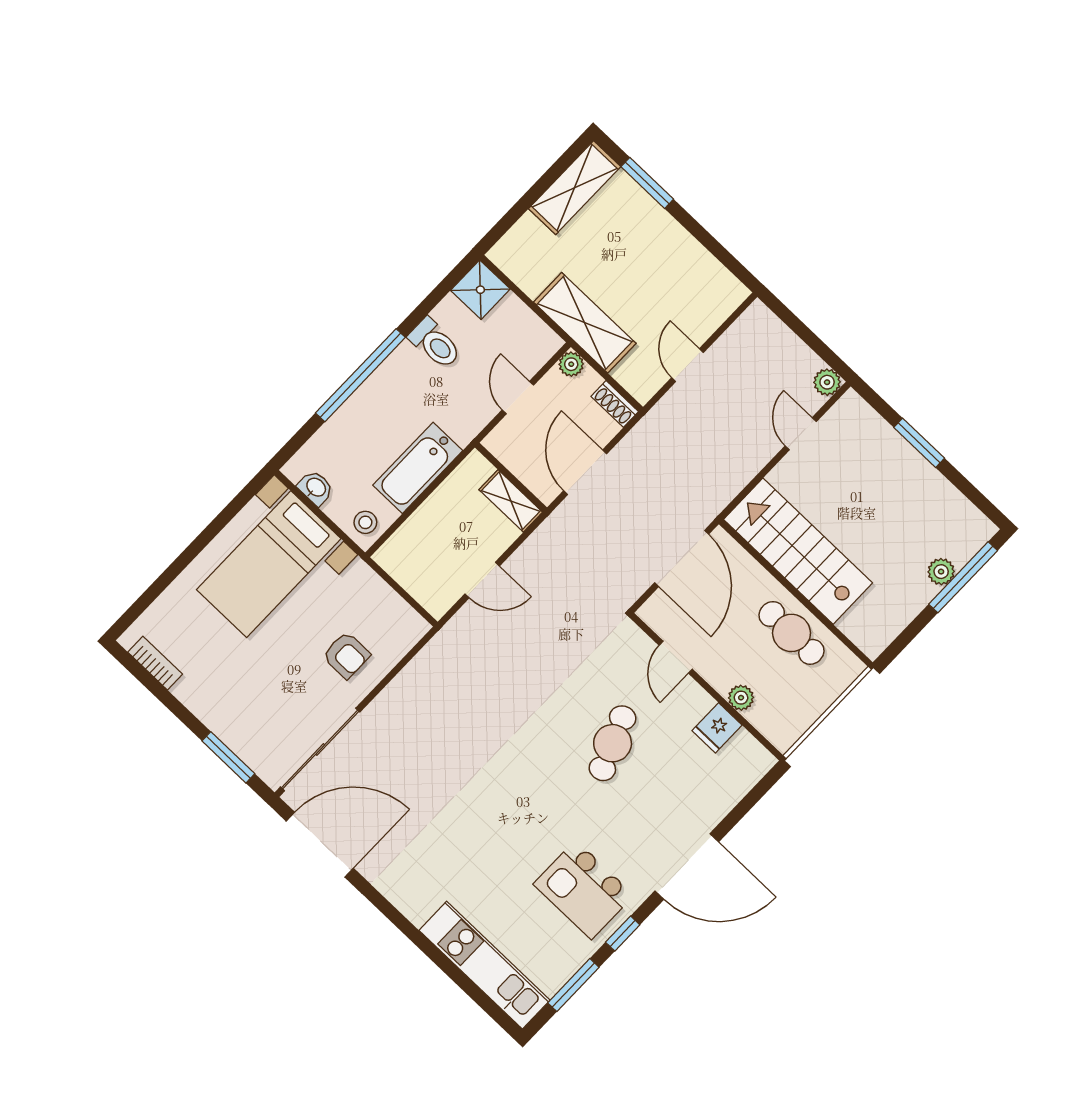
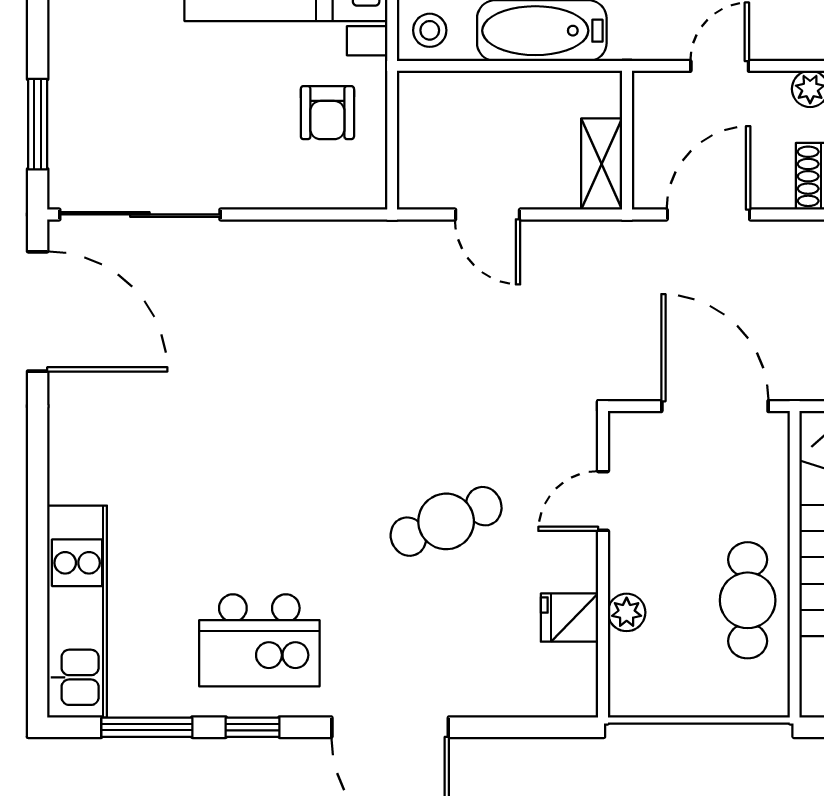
door: (682, 558) -> (715, 406), swing flipped
armchair: (346, 655) -> (327, 113), moved
kitchen island: (583, 890) -> (259, 640), turned -90

